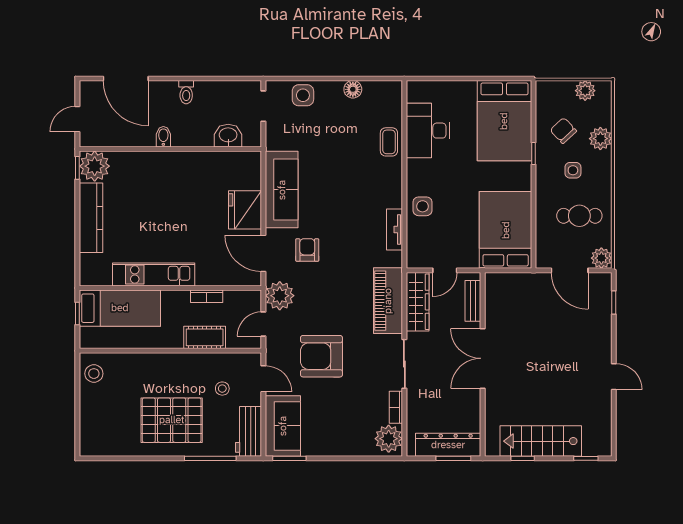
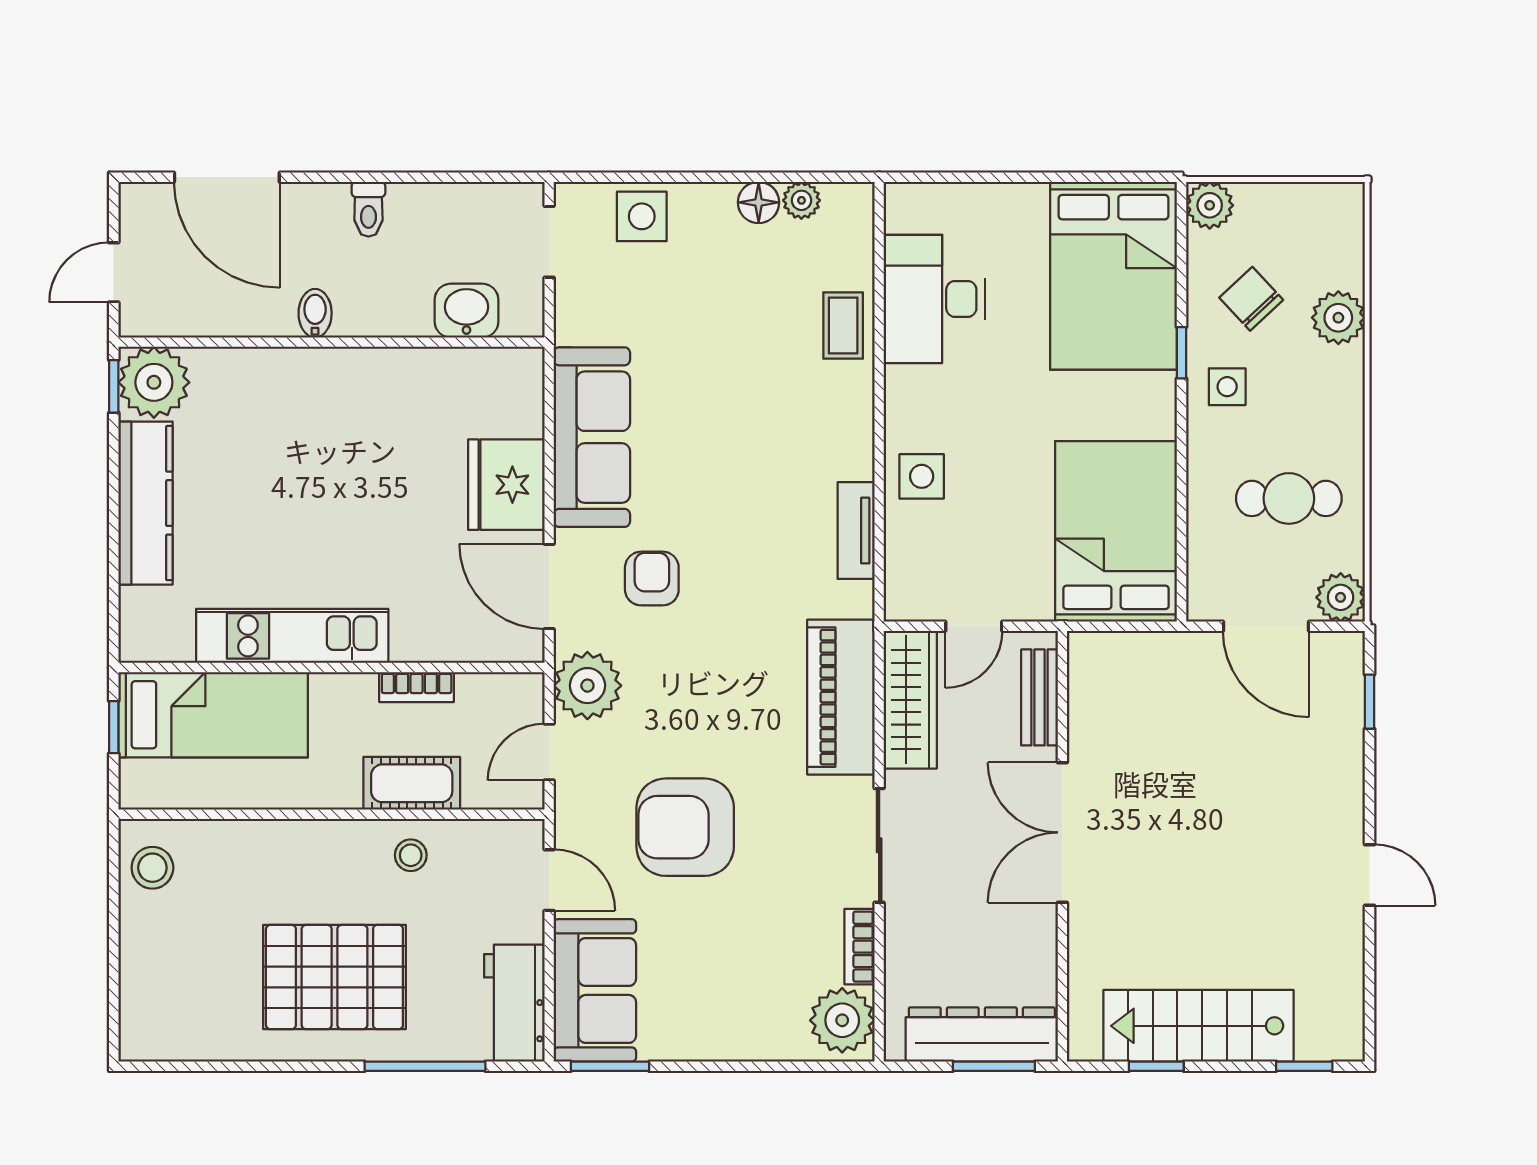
plant: (371, 88) -> (801, 200), added
plant: (585, 91) -> (1210, 205), moved
side table: (573, 170) -> (1227, 387), moved
stool: (222, 389) -> (411, 855), moved

